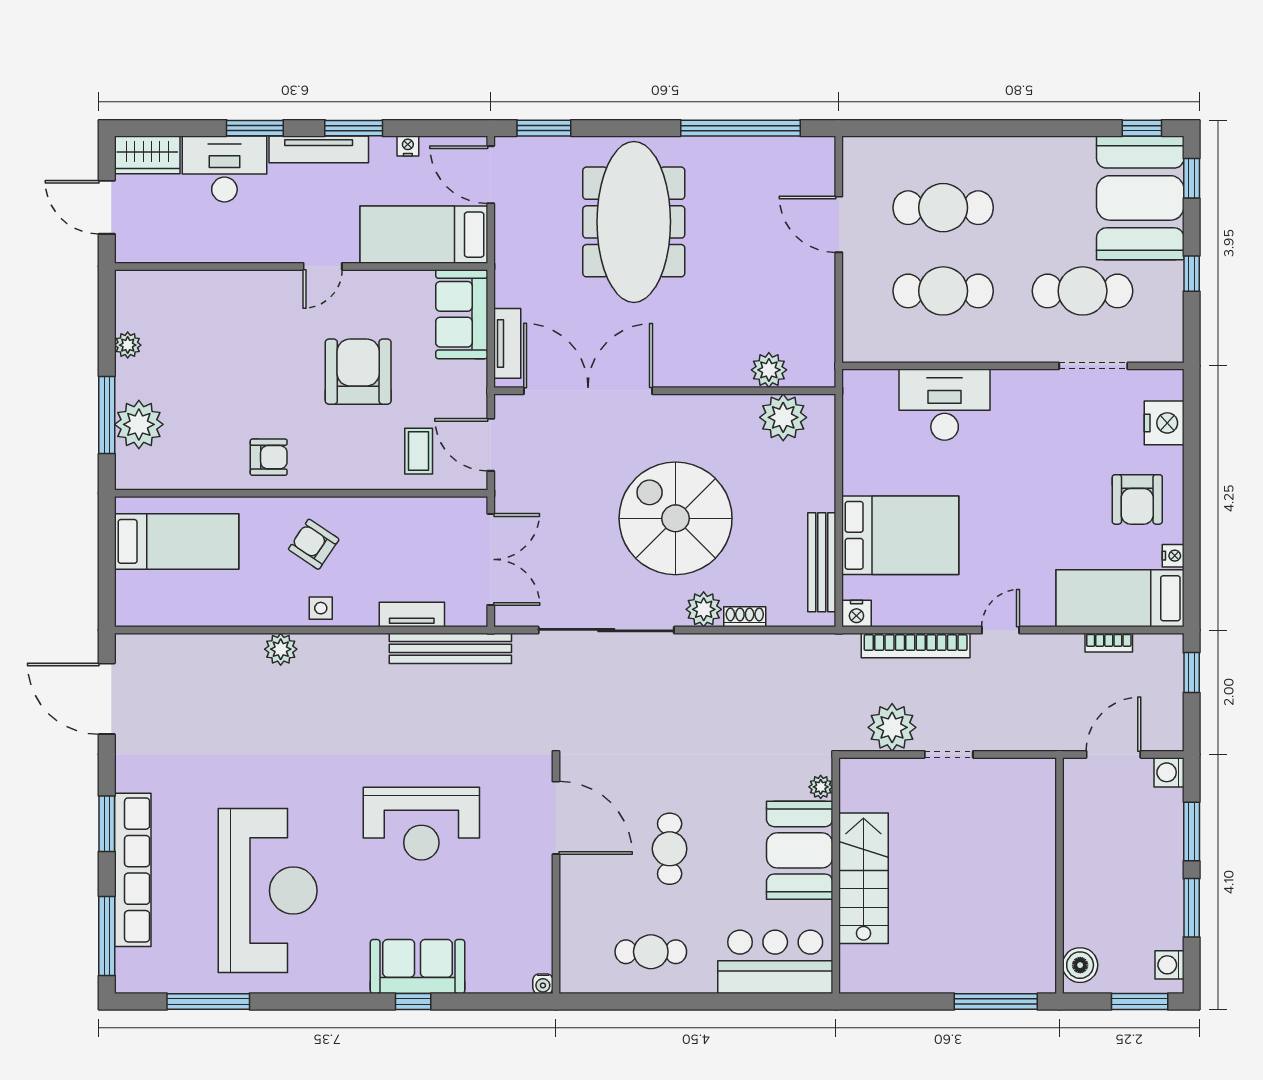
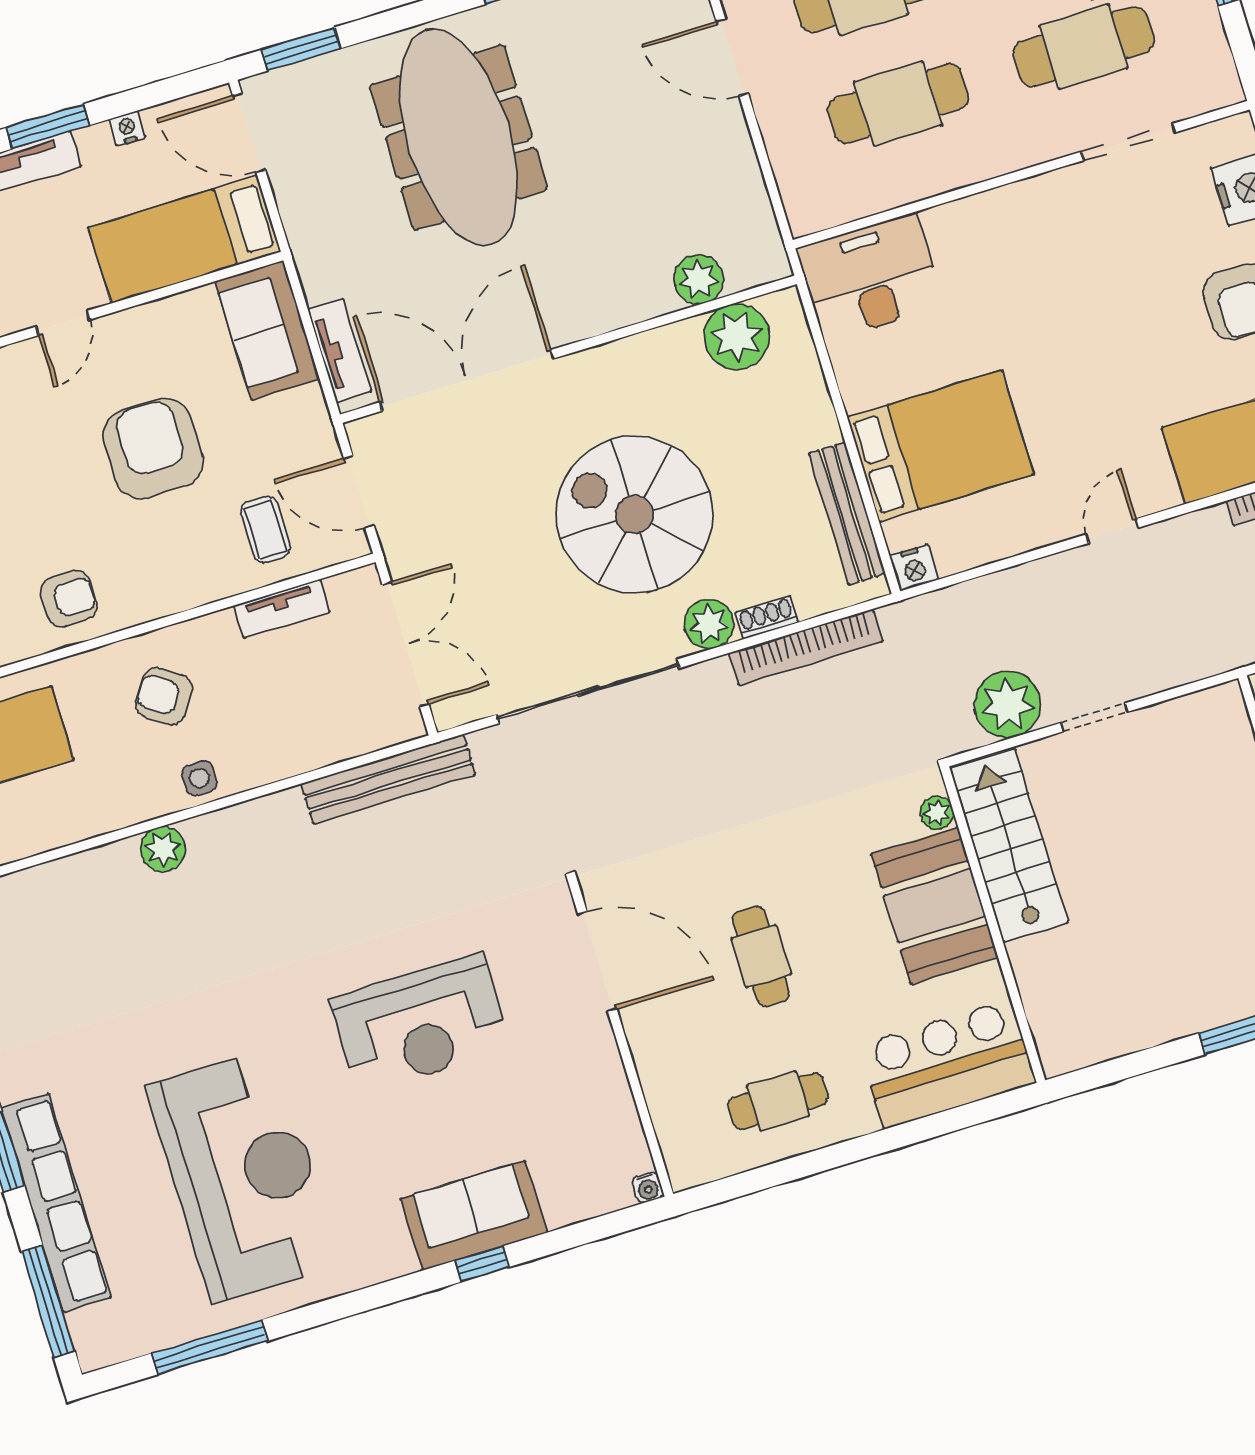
desk: (945, 405) -> (870, 277), moved
tv unit: (412, 615) -> (282, 609), moved, turned 180
bookcase: (916, 645) -> (806, 647), moved
stairs: (863, 878) -> (1009, 845), moved

